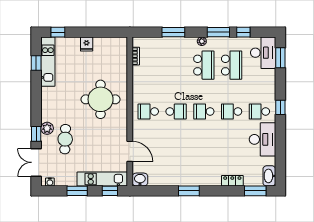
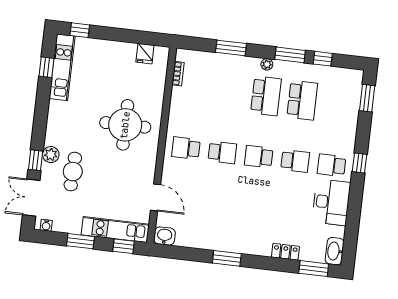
fridge: (87, 44) -> (145, 54), moved
desk: (263, 53) -> (345, 89), removed
school desk: (232, 111) -> (295, 161), turned 180

